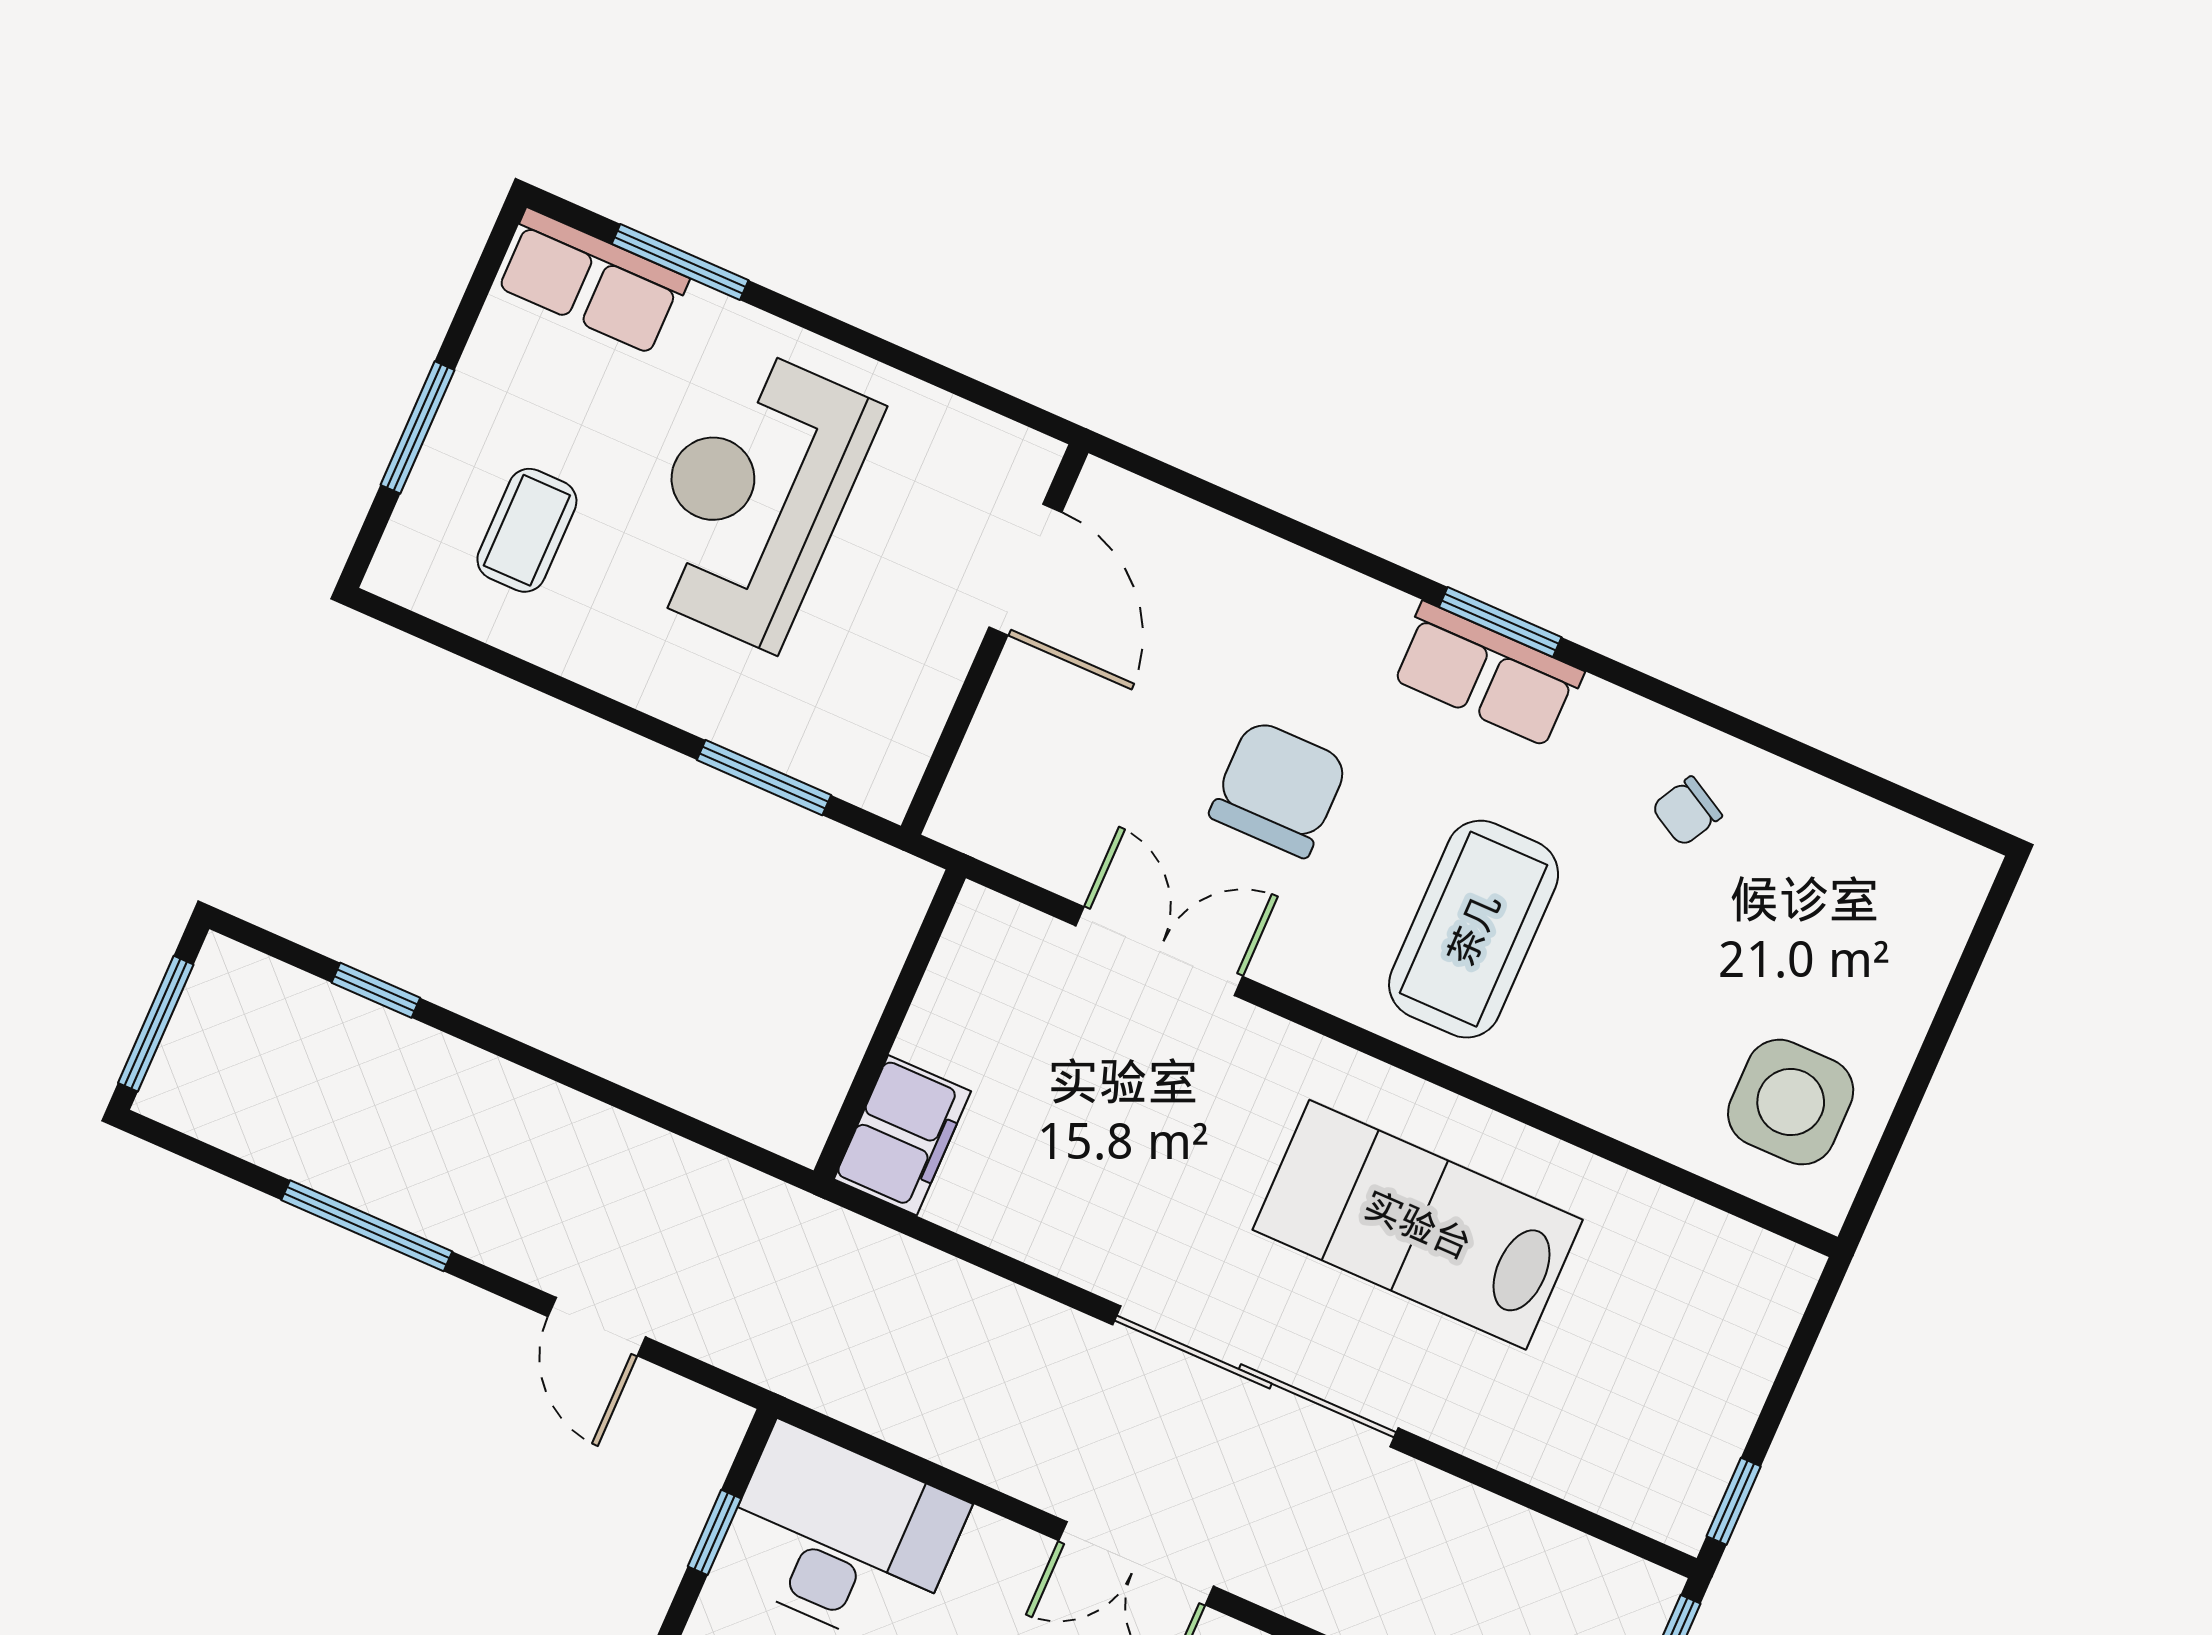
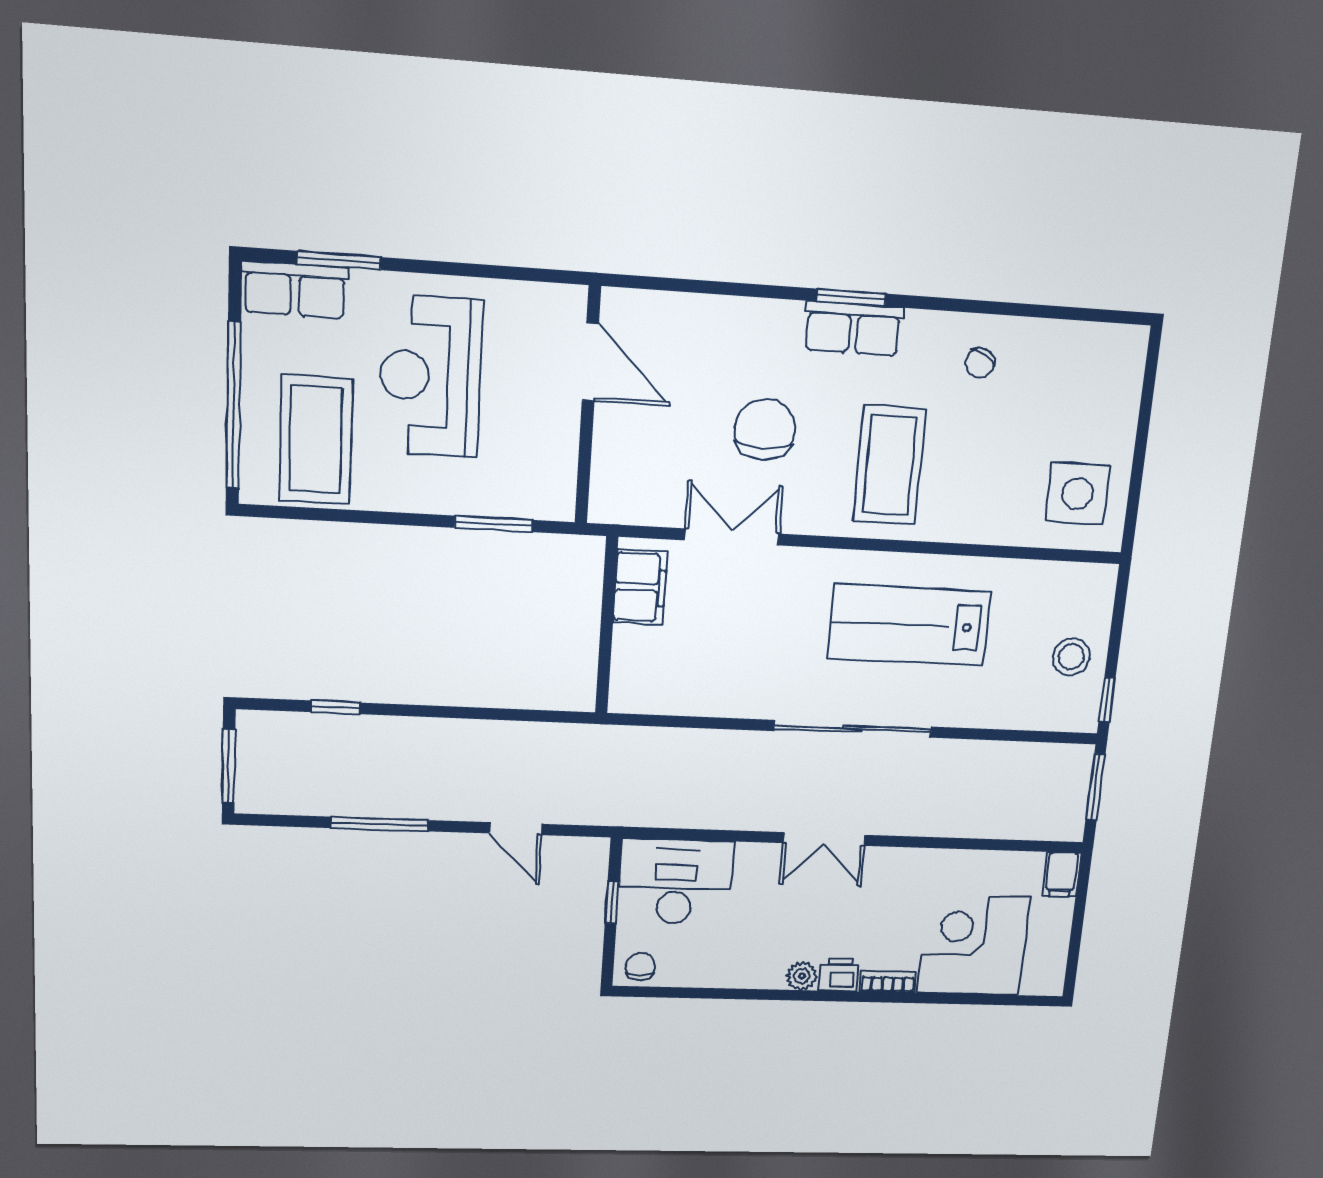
window: (417, 427) -> (233, 406), width x2.11
coffee table: (527, 530) -> (316, 440), width x1.86, depth x1.72
filing cabinet: (902, 1135) -> (640, 587), moved
stool: (1692, 1395) -> (1071, 657), added

